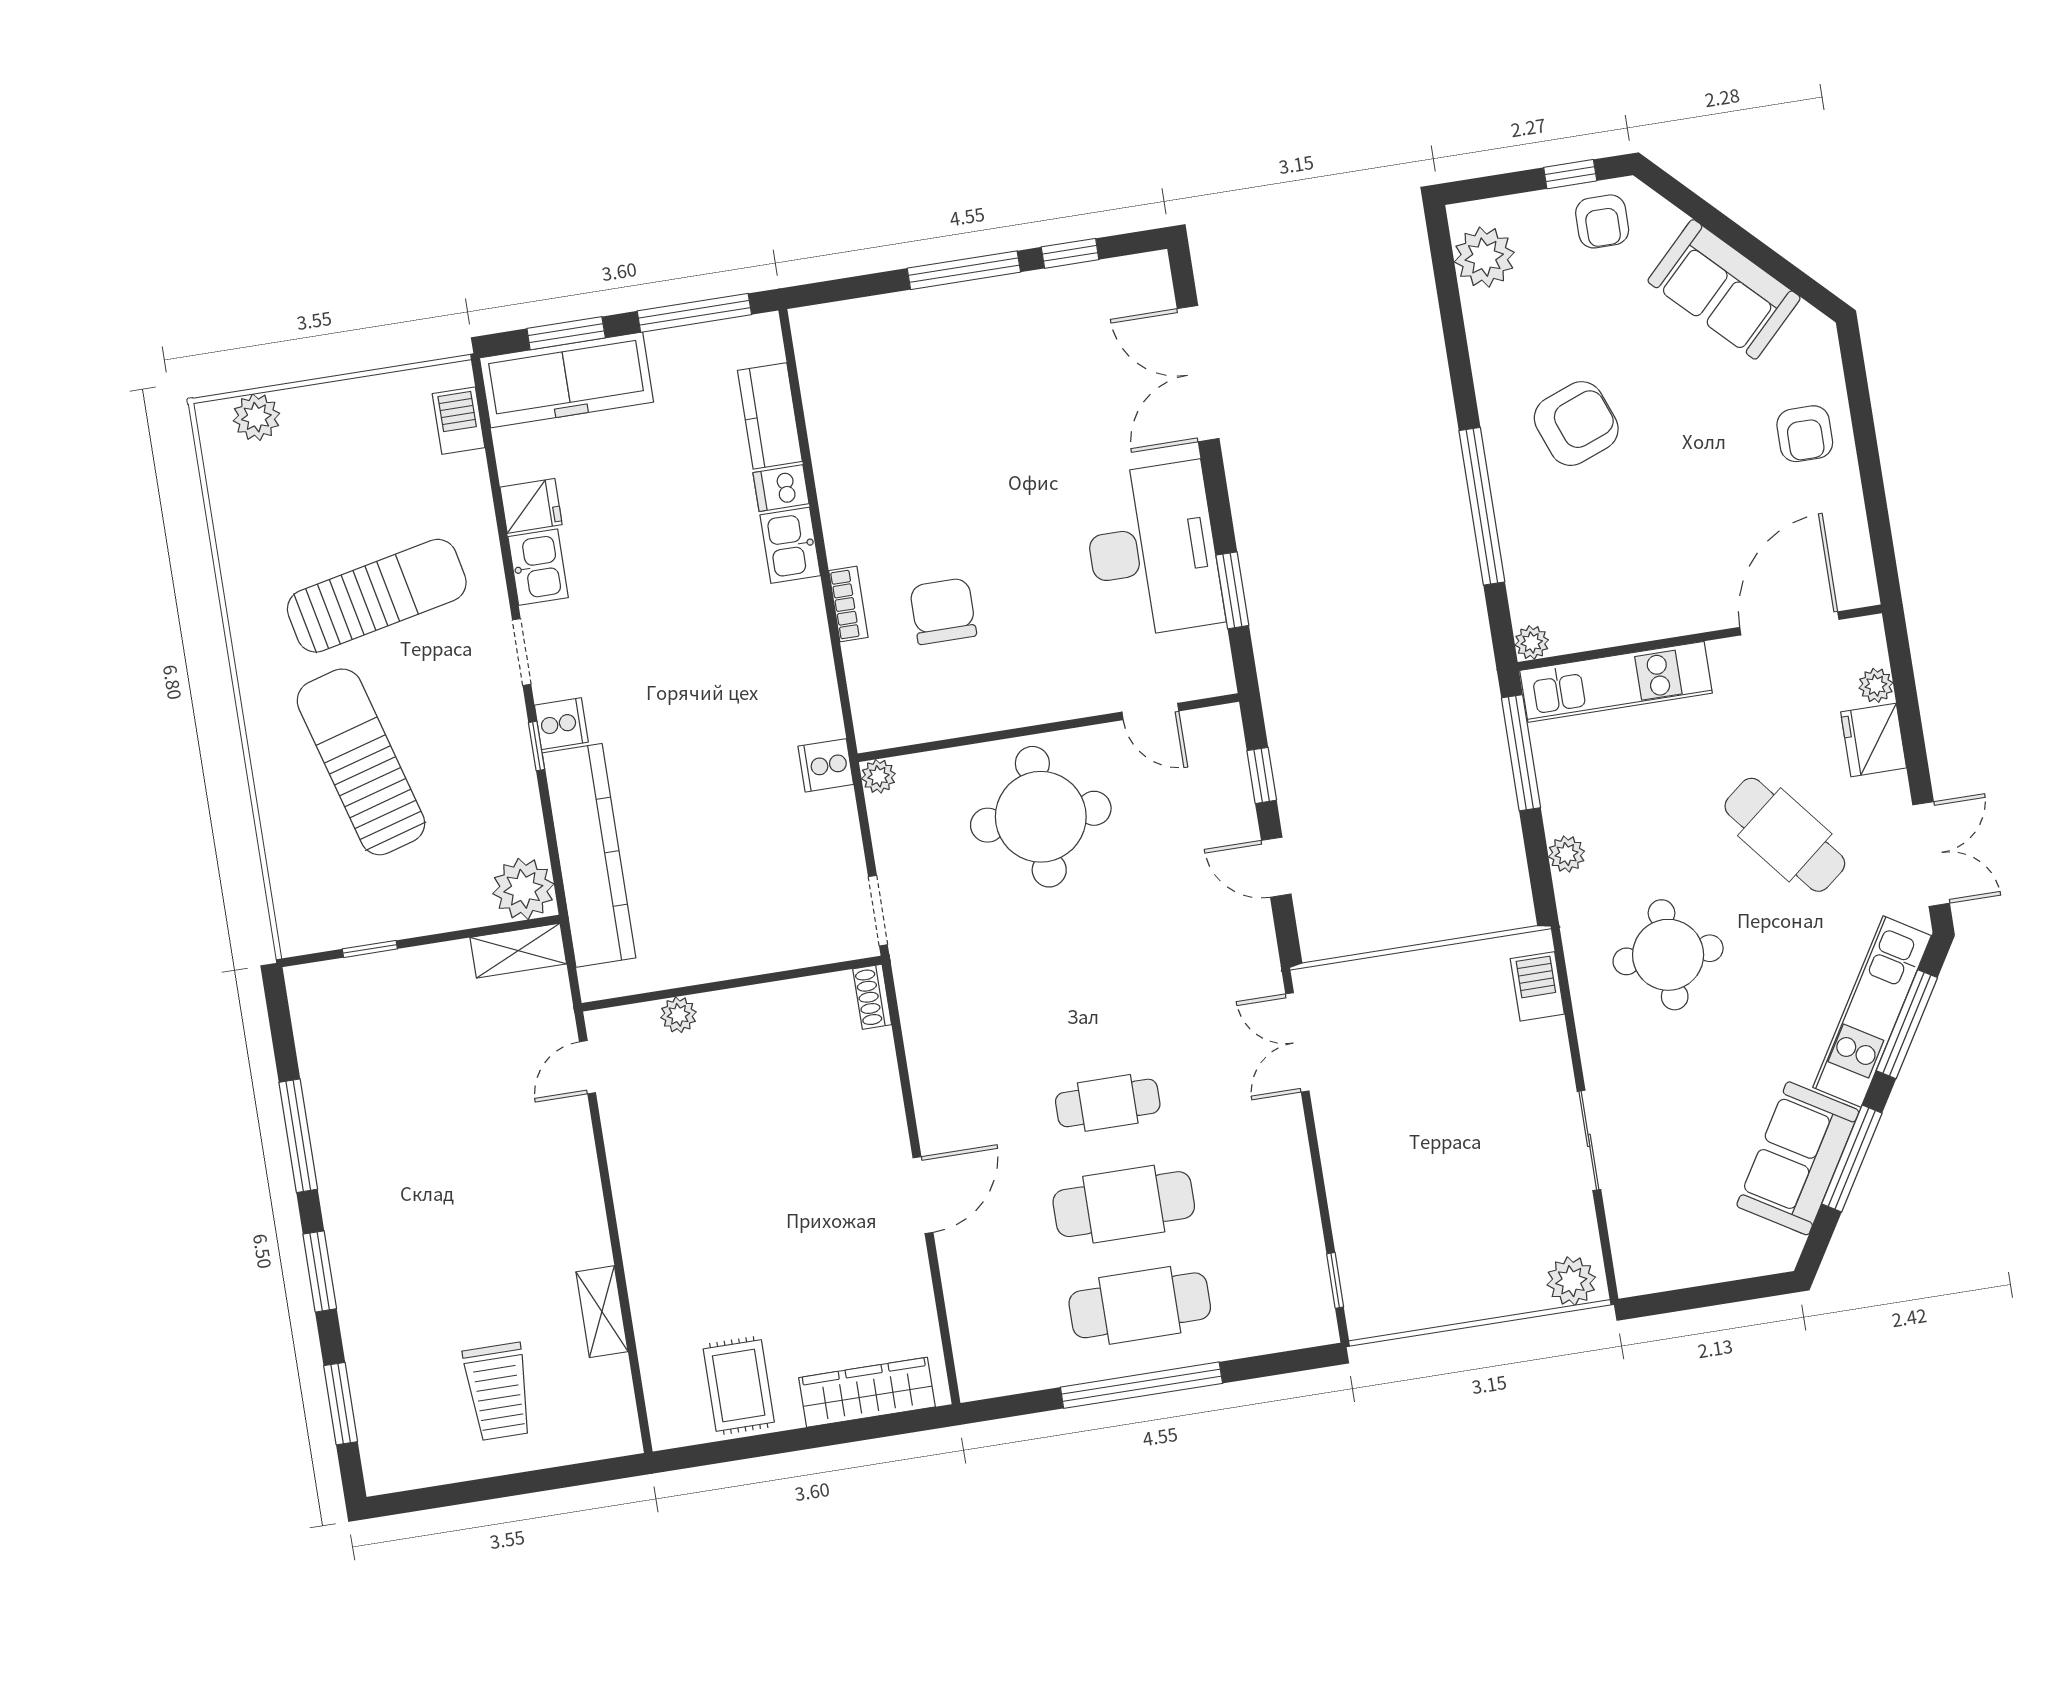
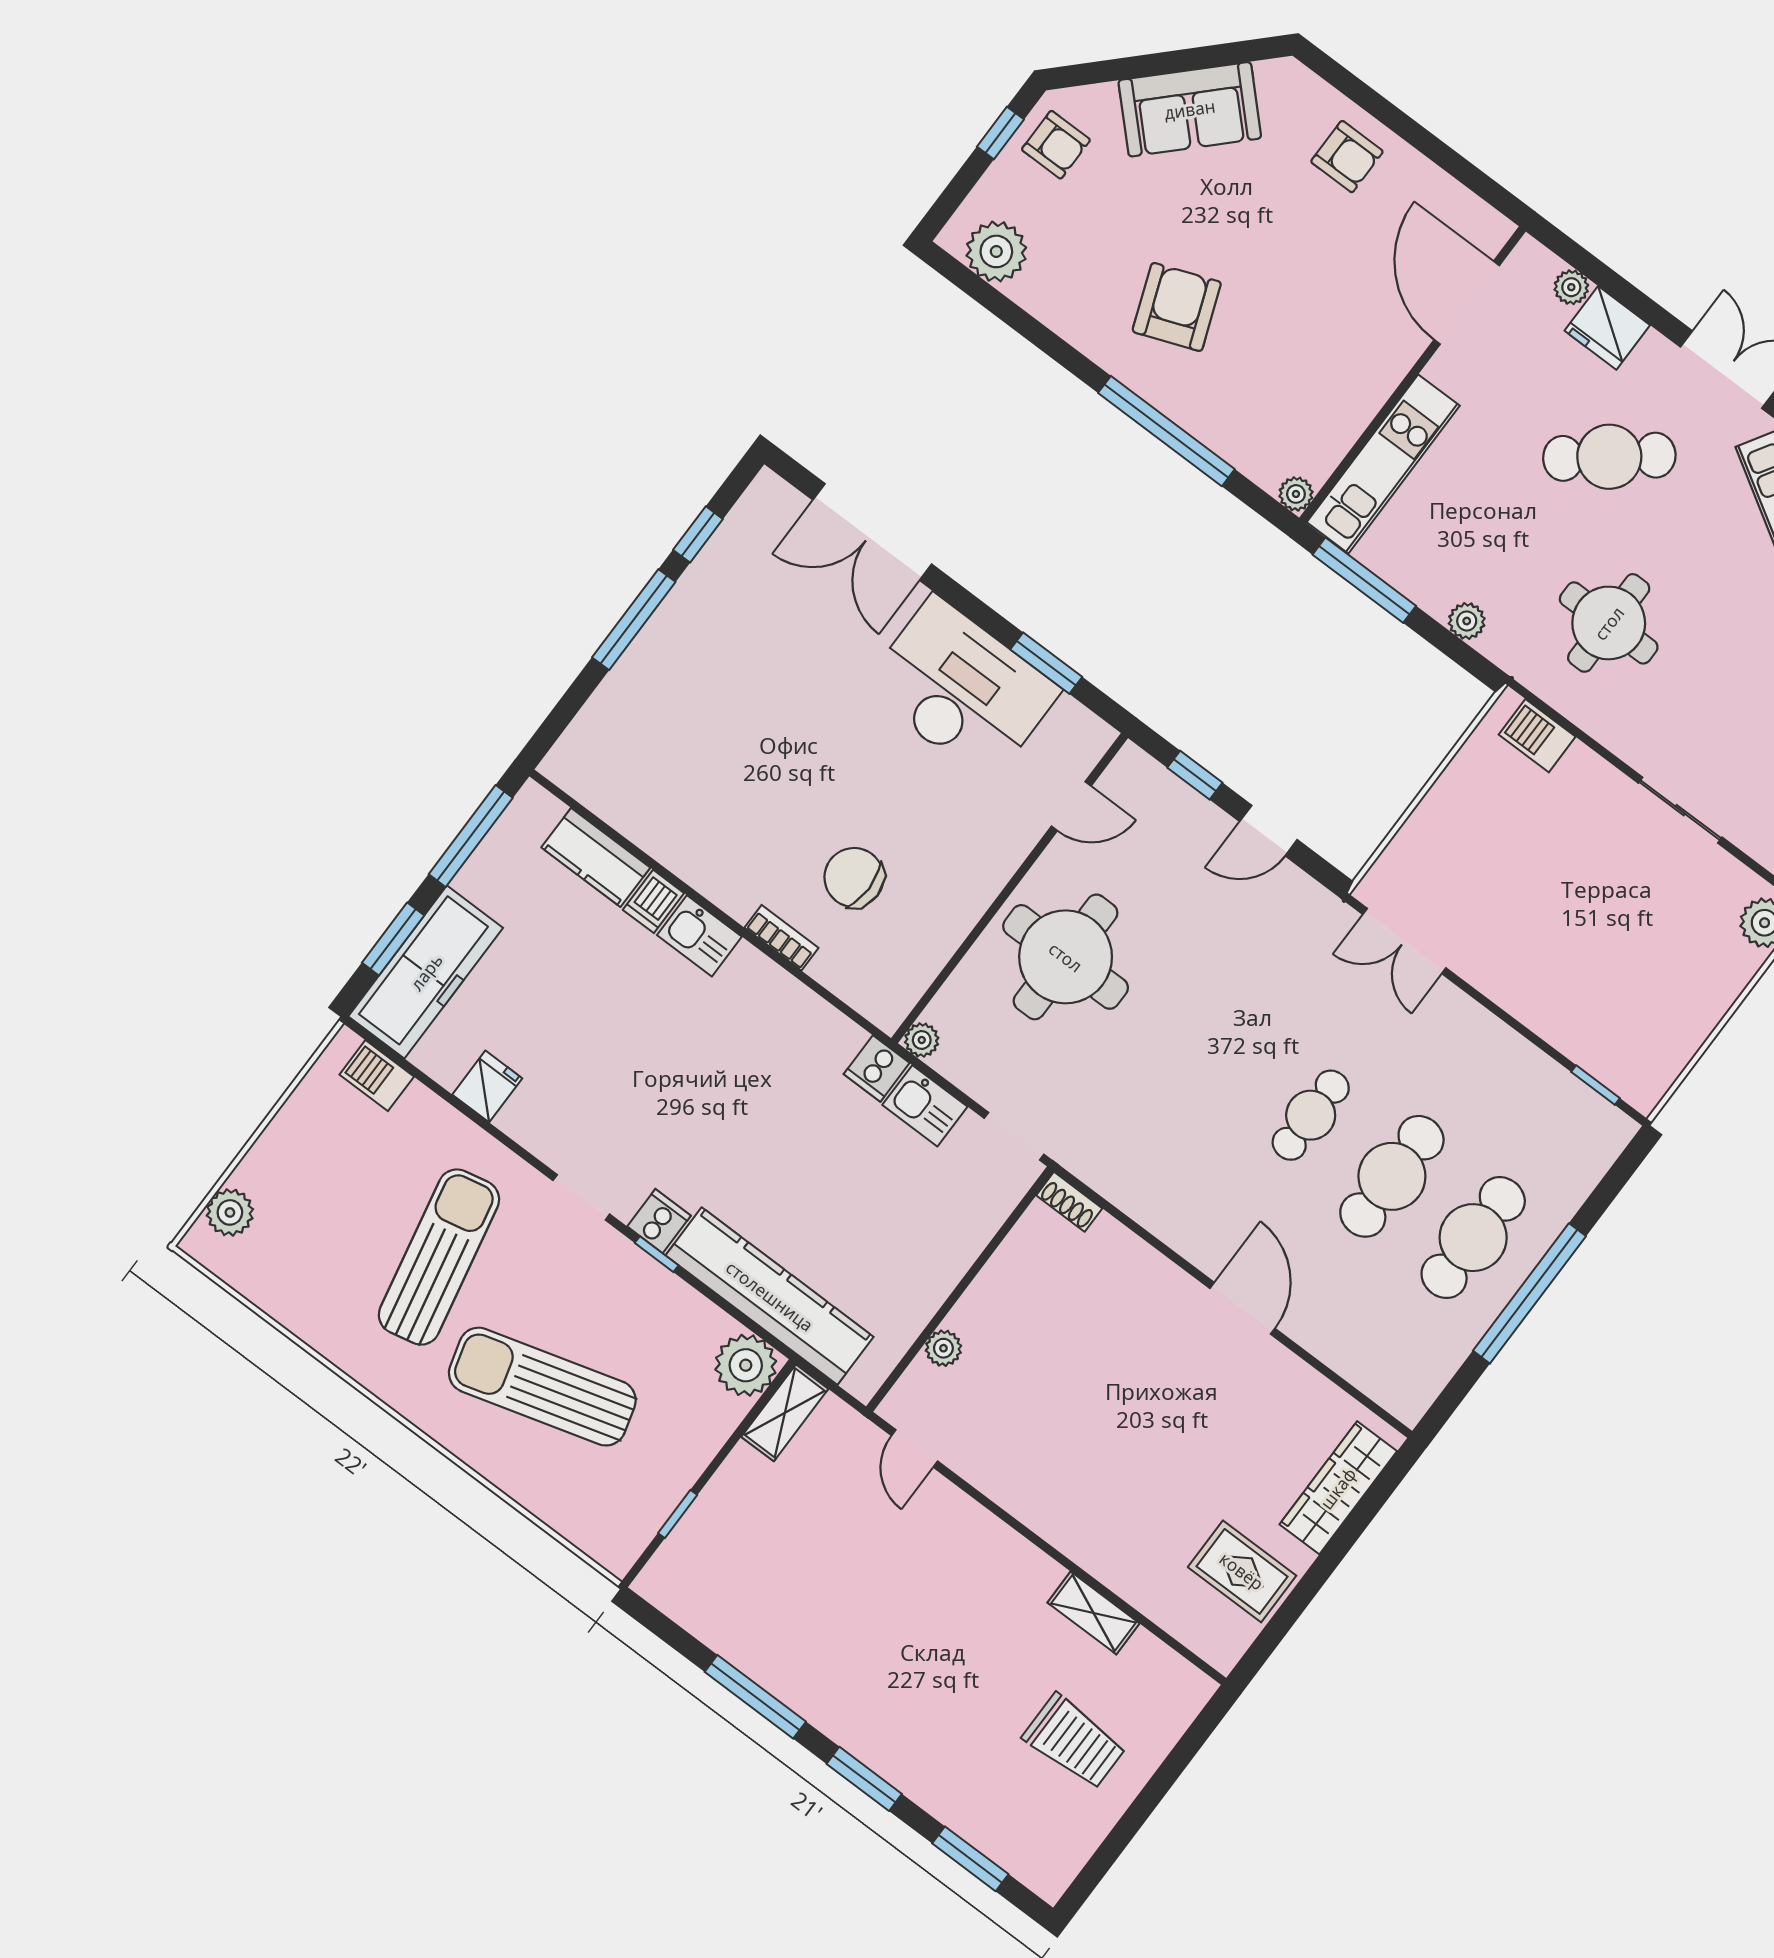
kitchen sink: (538, 567) -> (925, 1106), moved, turned 180

